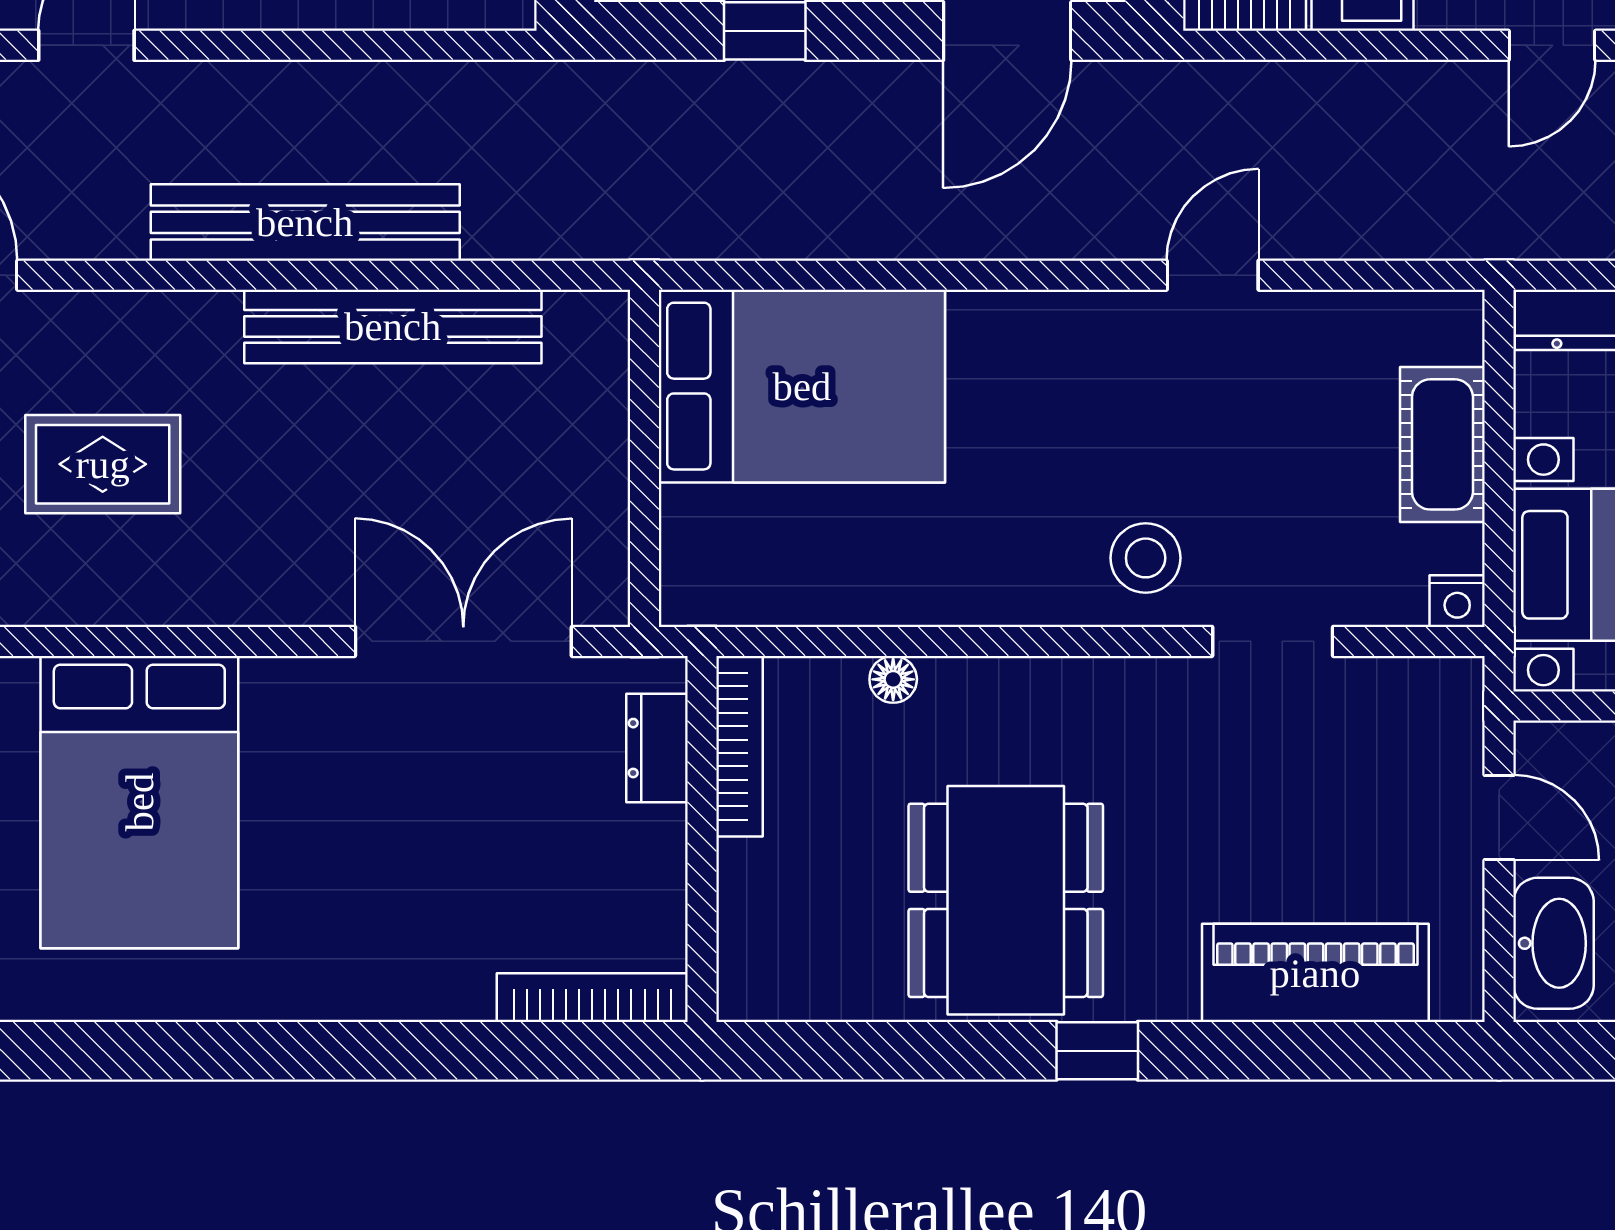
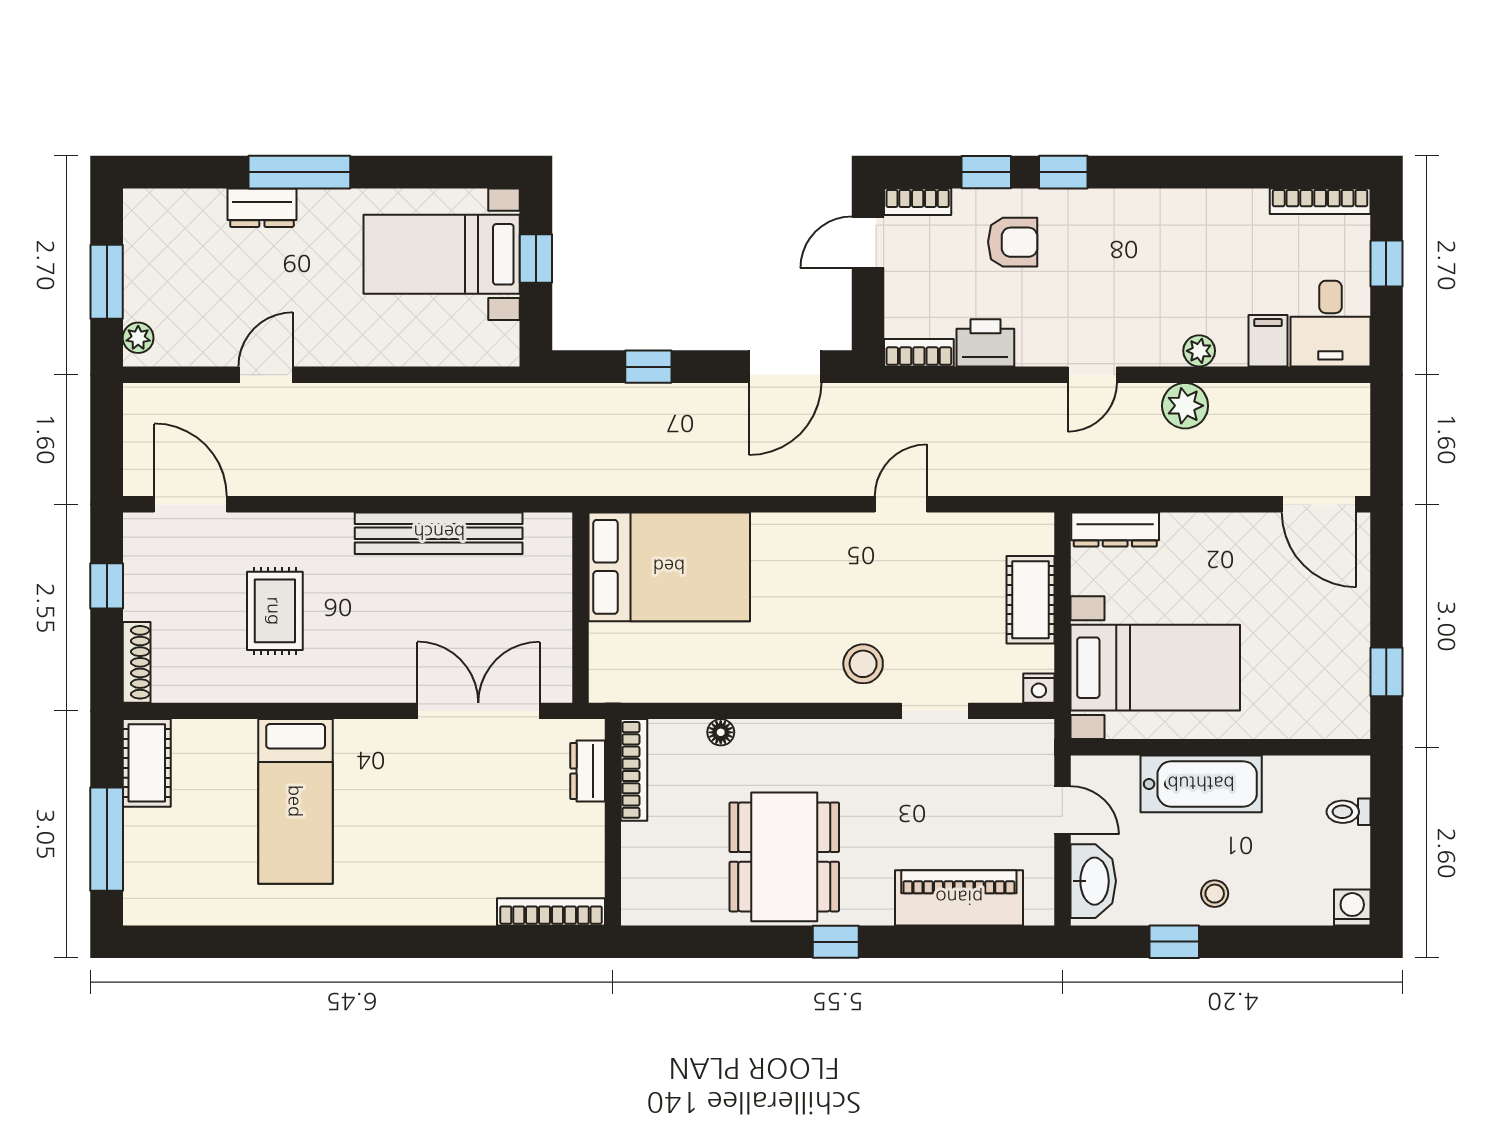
bench: (305, 222) -> (389, 475), removed
rug: (103, 464) -> (275, 611), turned 90
bed: (139, 802) -> (296, 801), width x0.67

